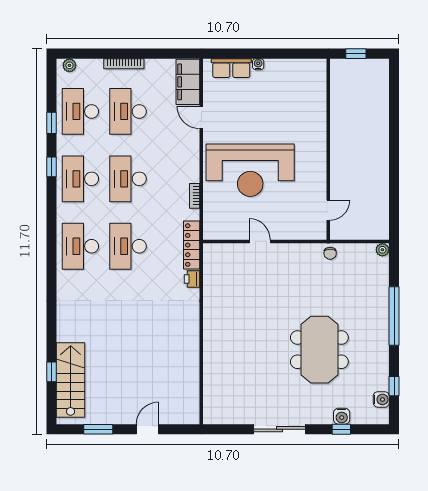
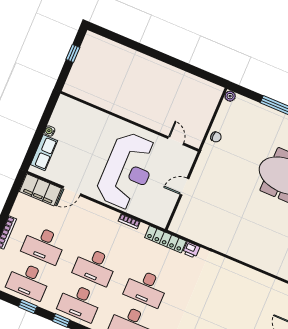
wall: (328, 149) -> (130, 121), moved
door: (328, 210) -> (176, 141), moved

